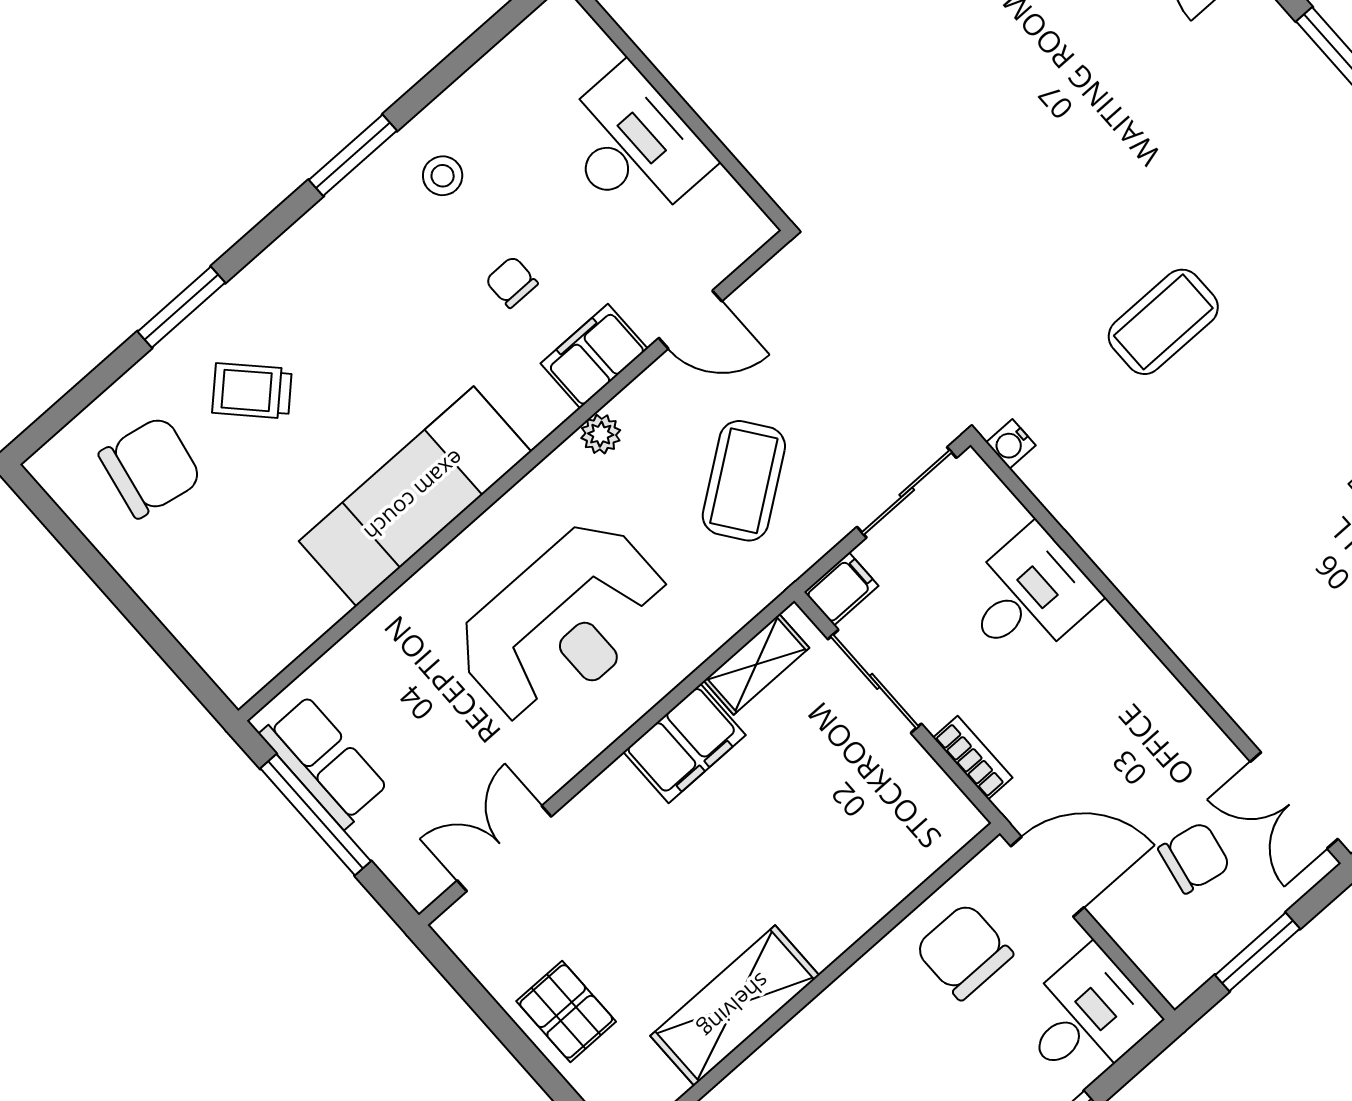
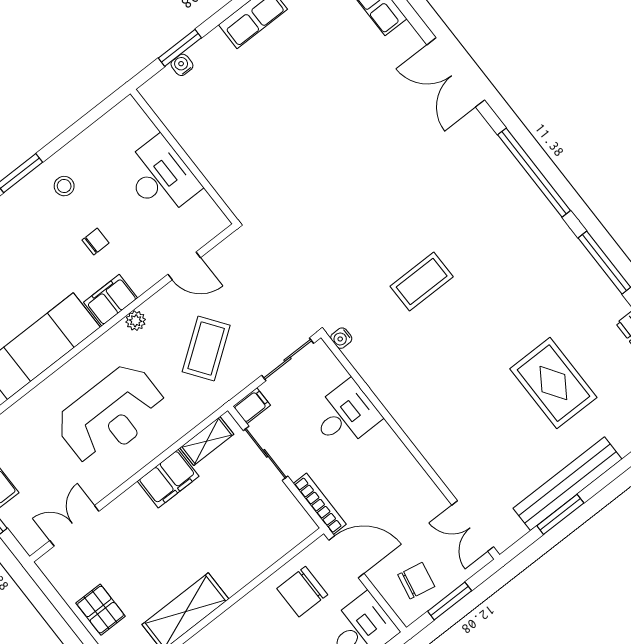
chair: (512, 282) -> (96, 242), turned 90
filing cabinet: (594, 356) -> (111, 300), moved
bookcase: (973, 758) -> (320, 504), width x1.56
chair: (1194, 858) -> (416, 581), moved
chair: (964, 951) -> (302, 592), turned -90

